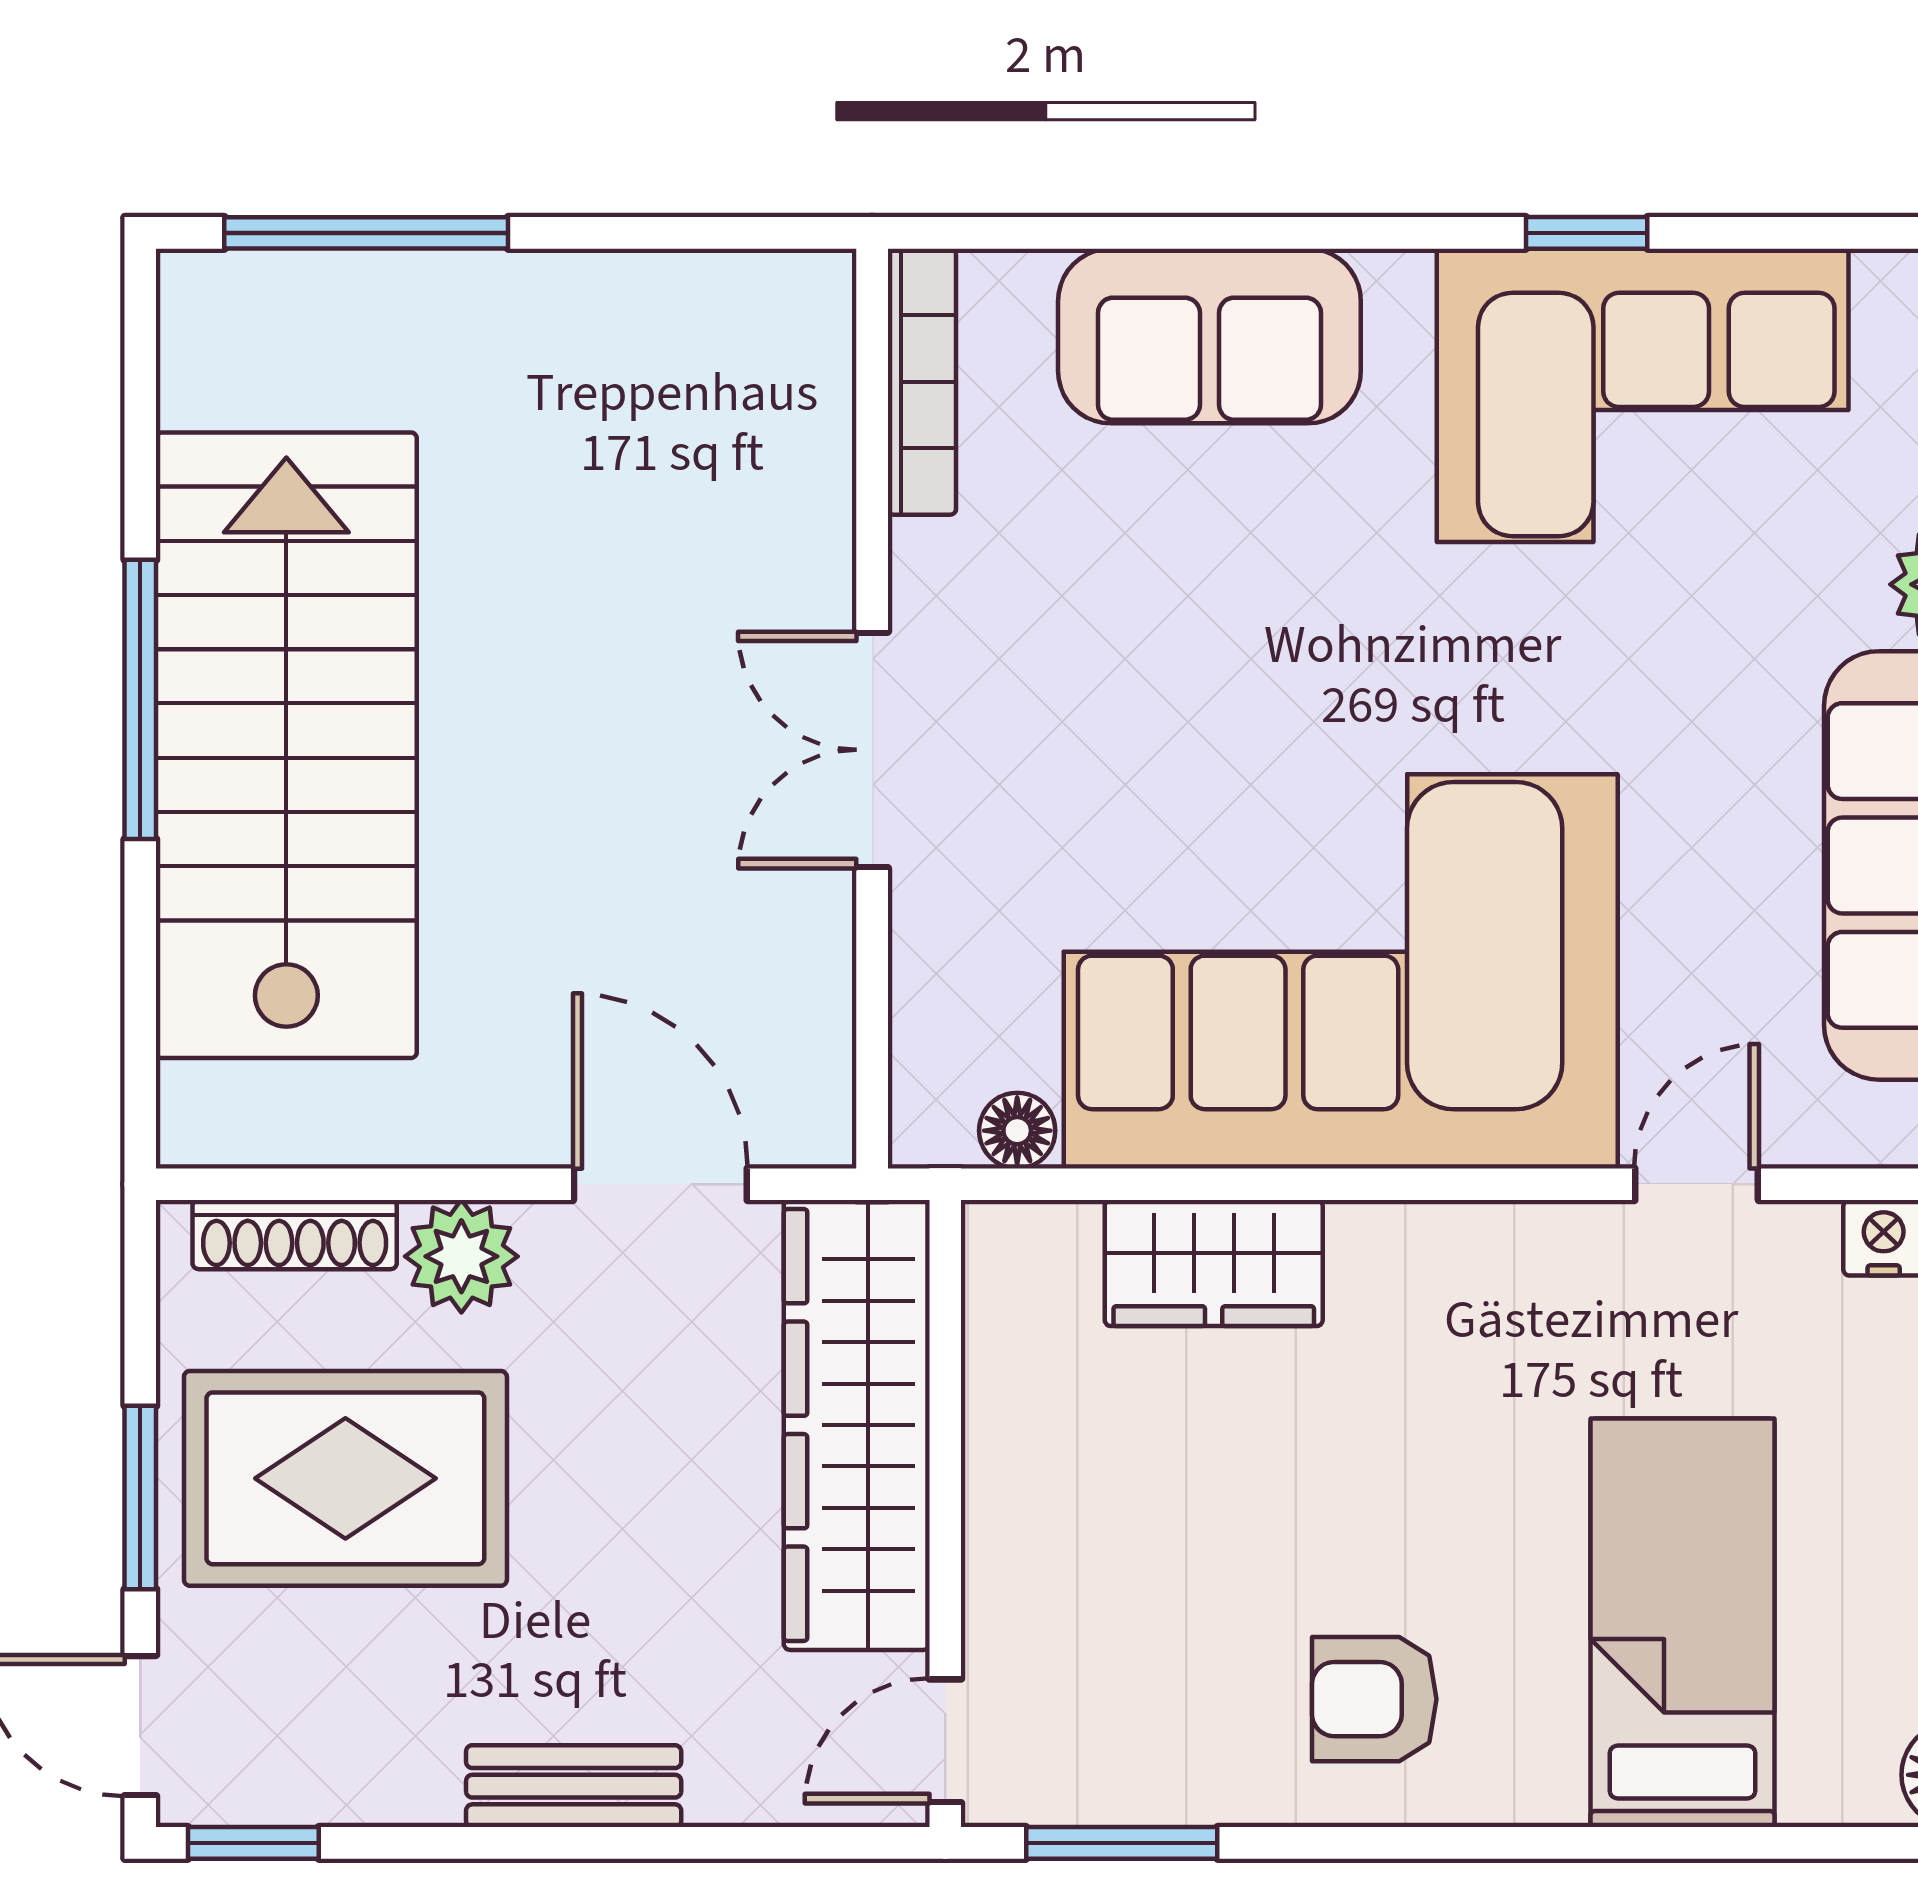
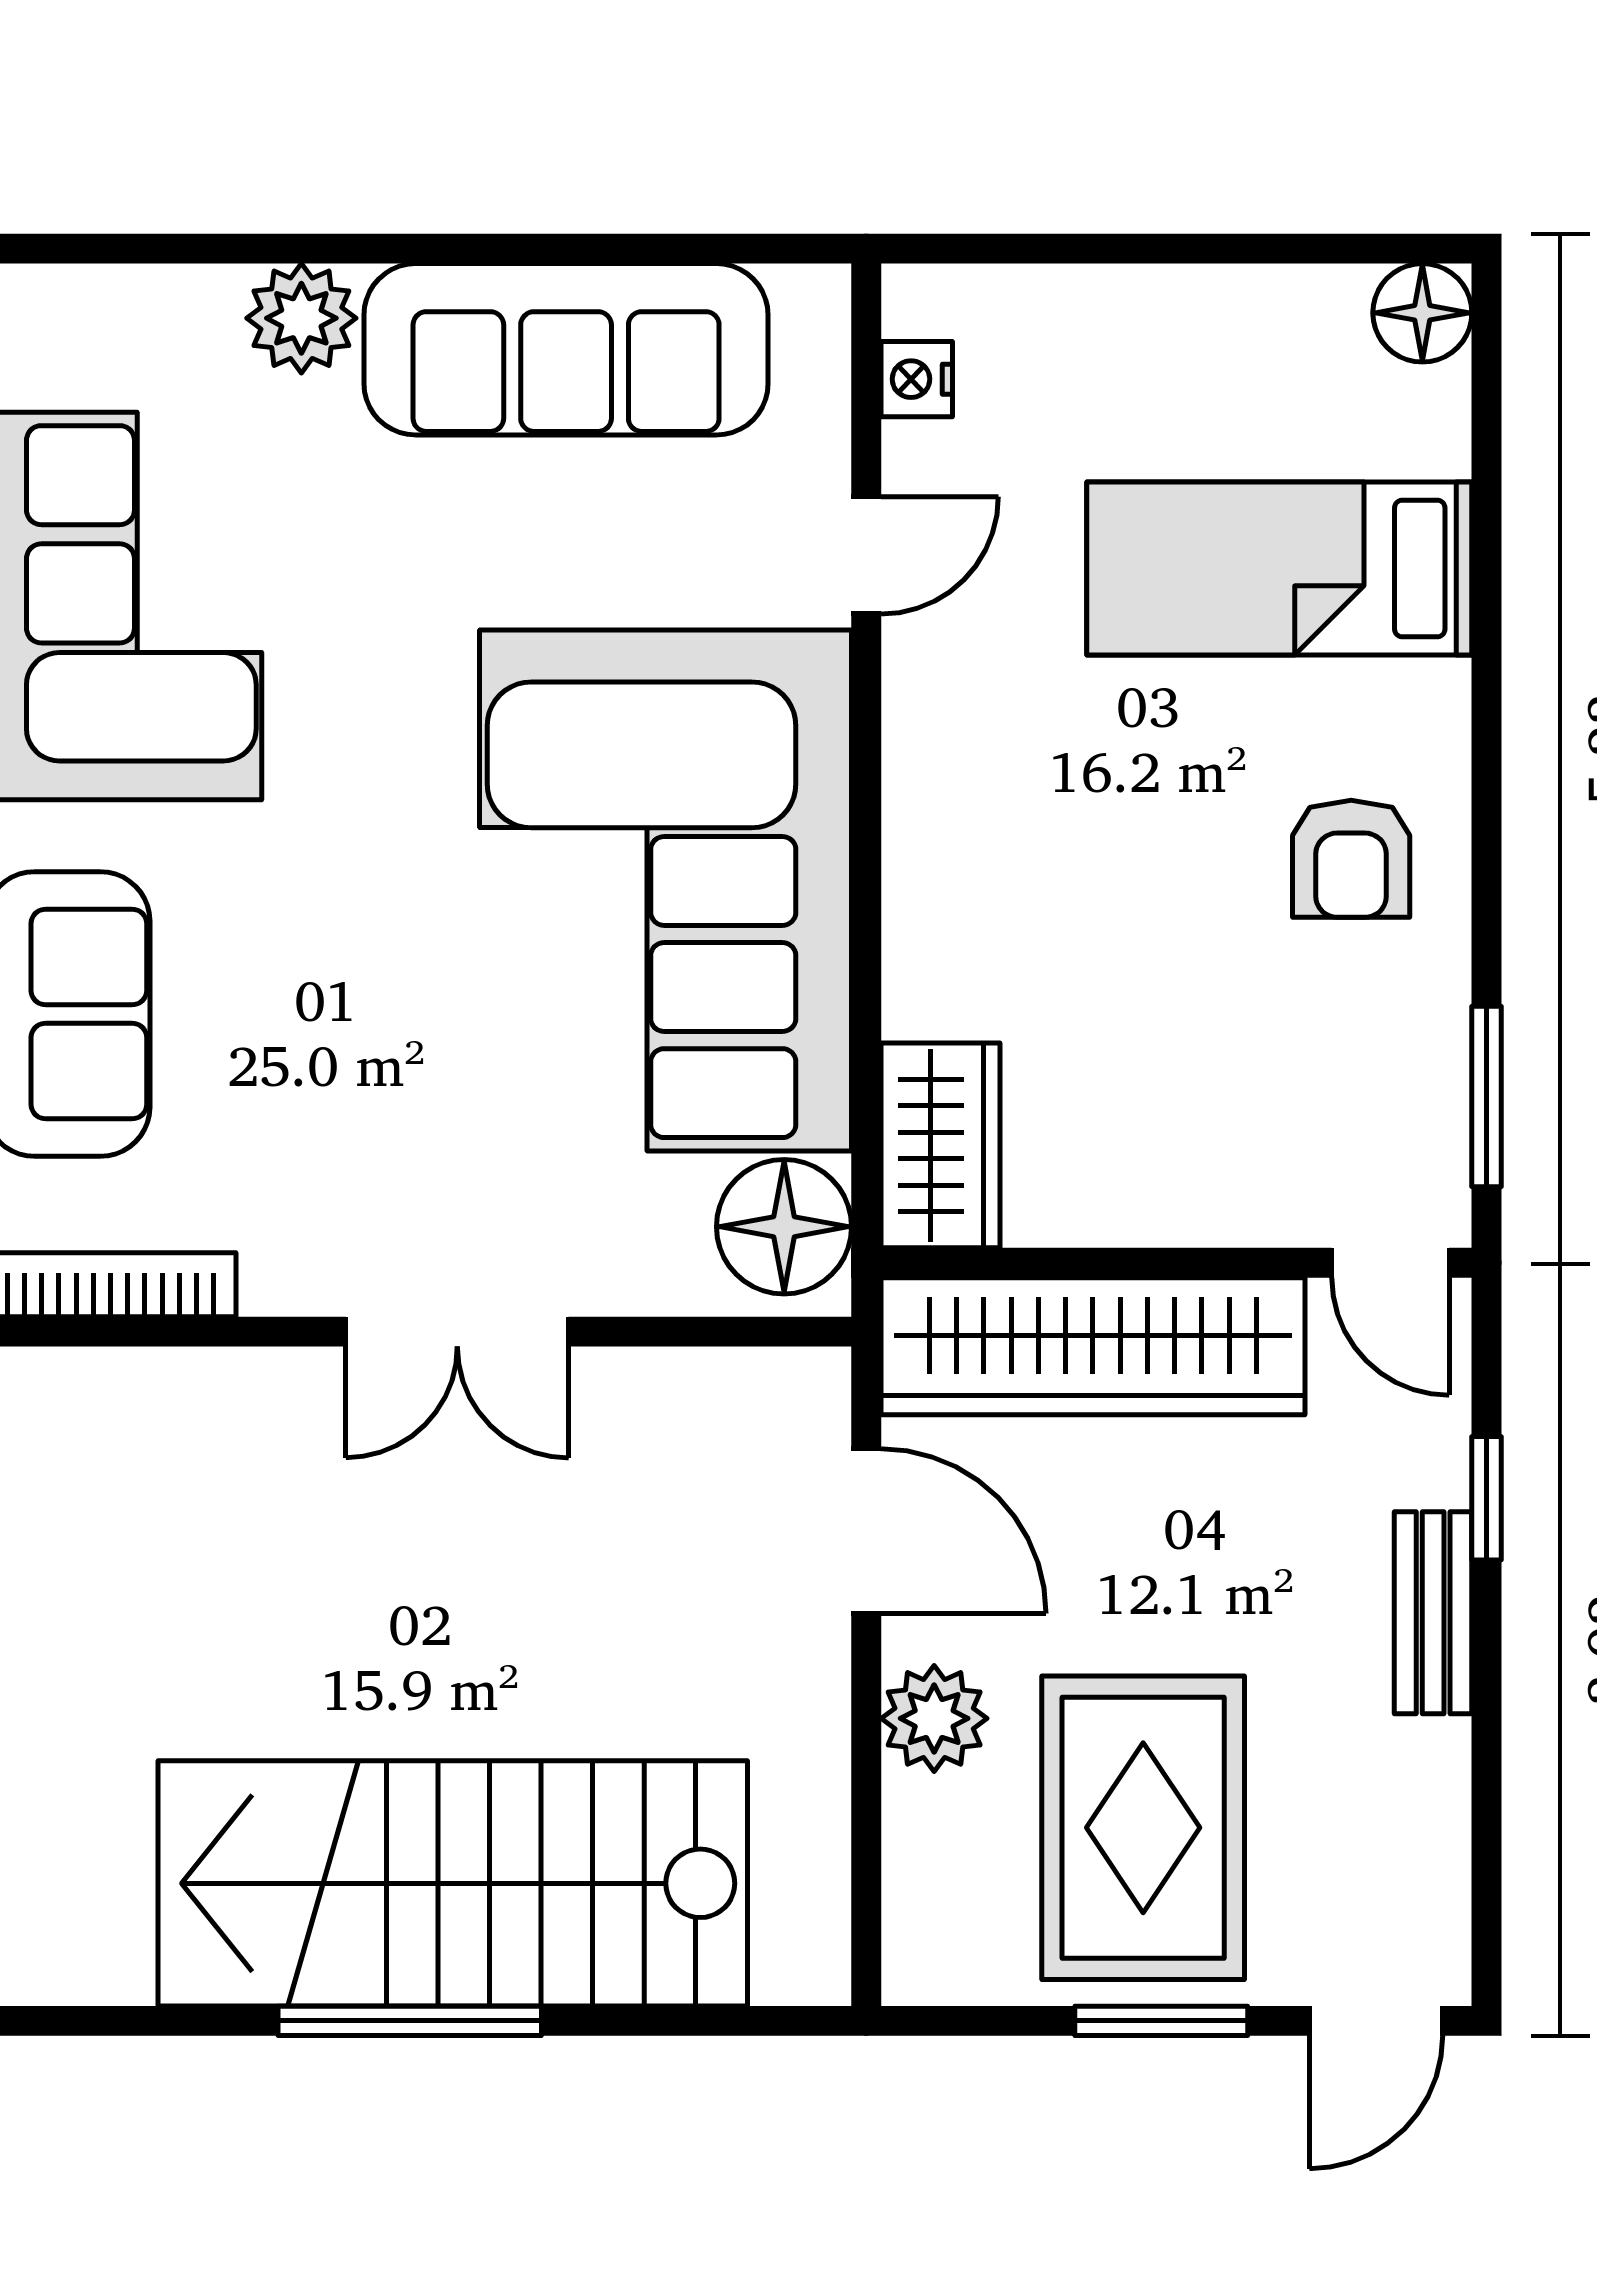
floor lamp: (1017, 1131) -> (784, 1227), width x1.89, depth x1.89
door: (660, 1184) -> (866, 1531), swing flipped
door: (1697, 1184) -> (866, 555), swing flipped
shoe rack: (295, 1235) -> (914, 1876), removed
wardrobe: (1214, 1263) -> (940, 1145), moved
window: (253, 1843) -> (1487, 1498), moved

